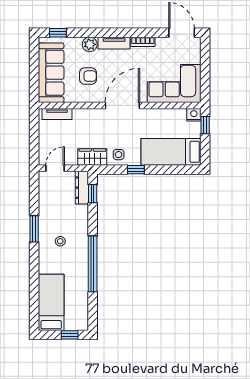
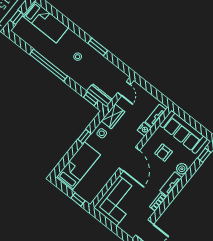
nightstand: (194, 115) -> (144, 129), moved

